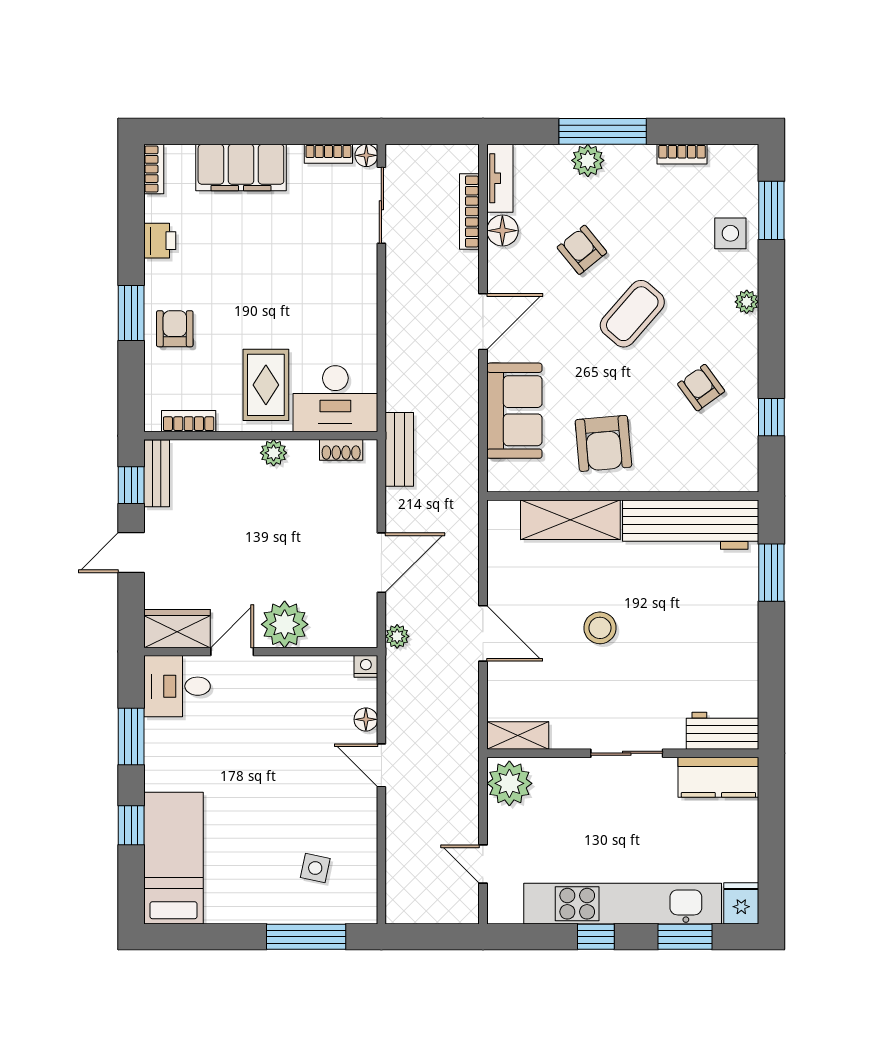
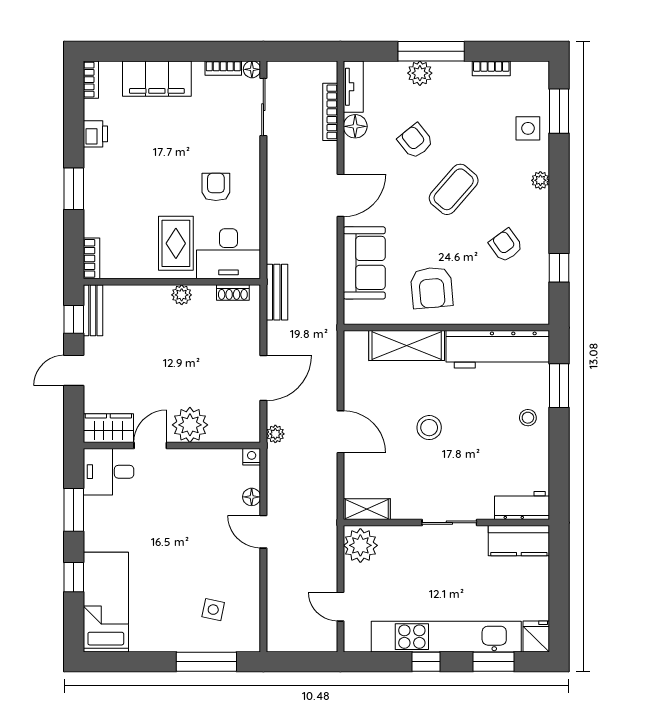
armchair: (175, 329) -> (216, 187), moved
bookcase: (189, 421) -> (91, 258), moved, turned 90
stool: (730, 615) -> (528, 418), added

